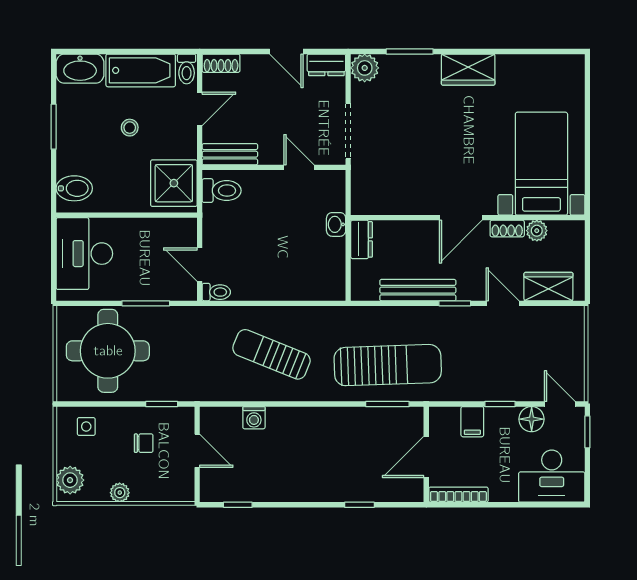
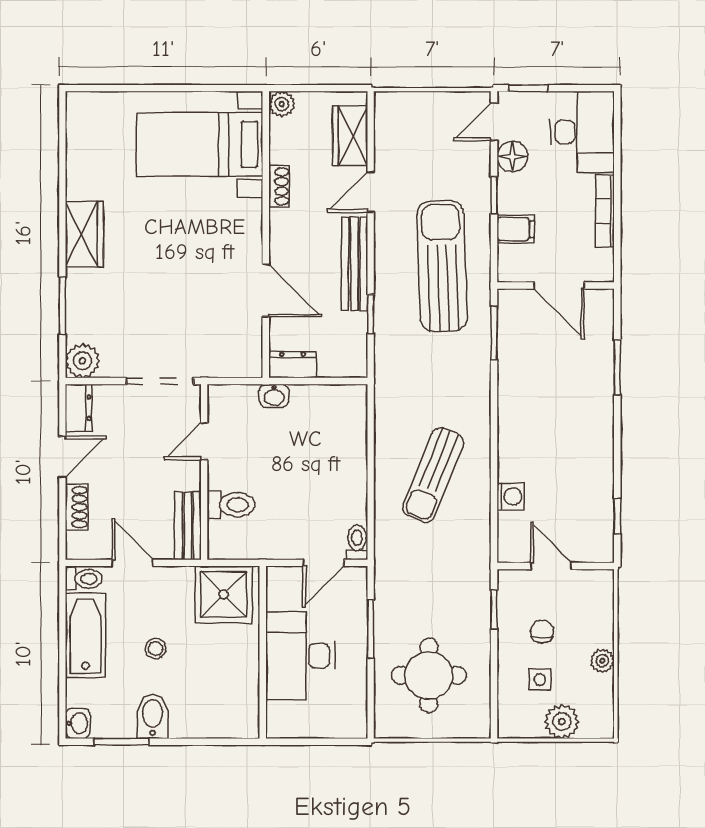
shoe rack: (221, 63) -> (77, 507), moved
washbasin: (80, 69) -> (78, 723), width x0.52, depth x0.69
window: (54, 127) -> (121, 742), moved
bidet: (74, 188) -> (153, 716), moved
toilet: (222, 191) -> (231, 505), moved, turned 90
door: (461, 218) -> (266, 291), moved
plant: (537, 231) -> (282, 104), moved
desk: (84, 254) -> (300, 656), moved, turned 90
bench: (418, 290) -> (354, 264), moved
window: (455, 303) -> (371, 314), moved
round table: (108, 351) -> (429, 675), width x0.73, depth x0.73
sun lounger: (388, 365) -> (442, 266), moved
side table: (86, 426) -> (540, 680), moved
door: (197, 451) -> (551, 566), hinge flipped
plant: (70, 480) -> (562, 722), moved
bookcase: (458, 495) -> (605, 211), moved
window: (359, 505) -> (617, 367), width x1.50

